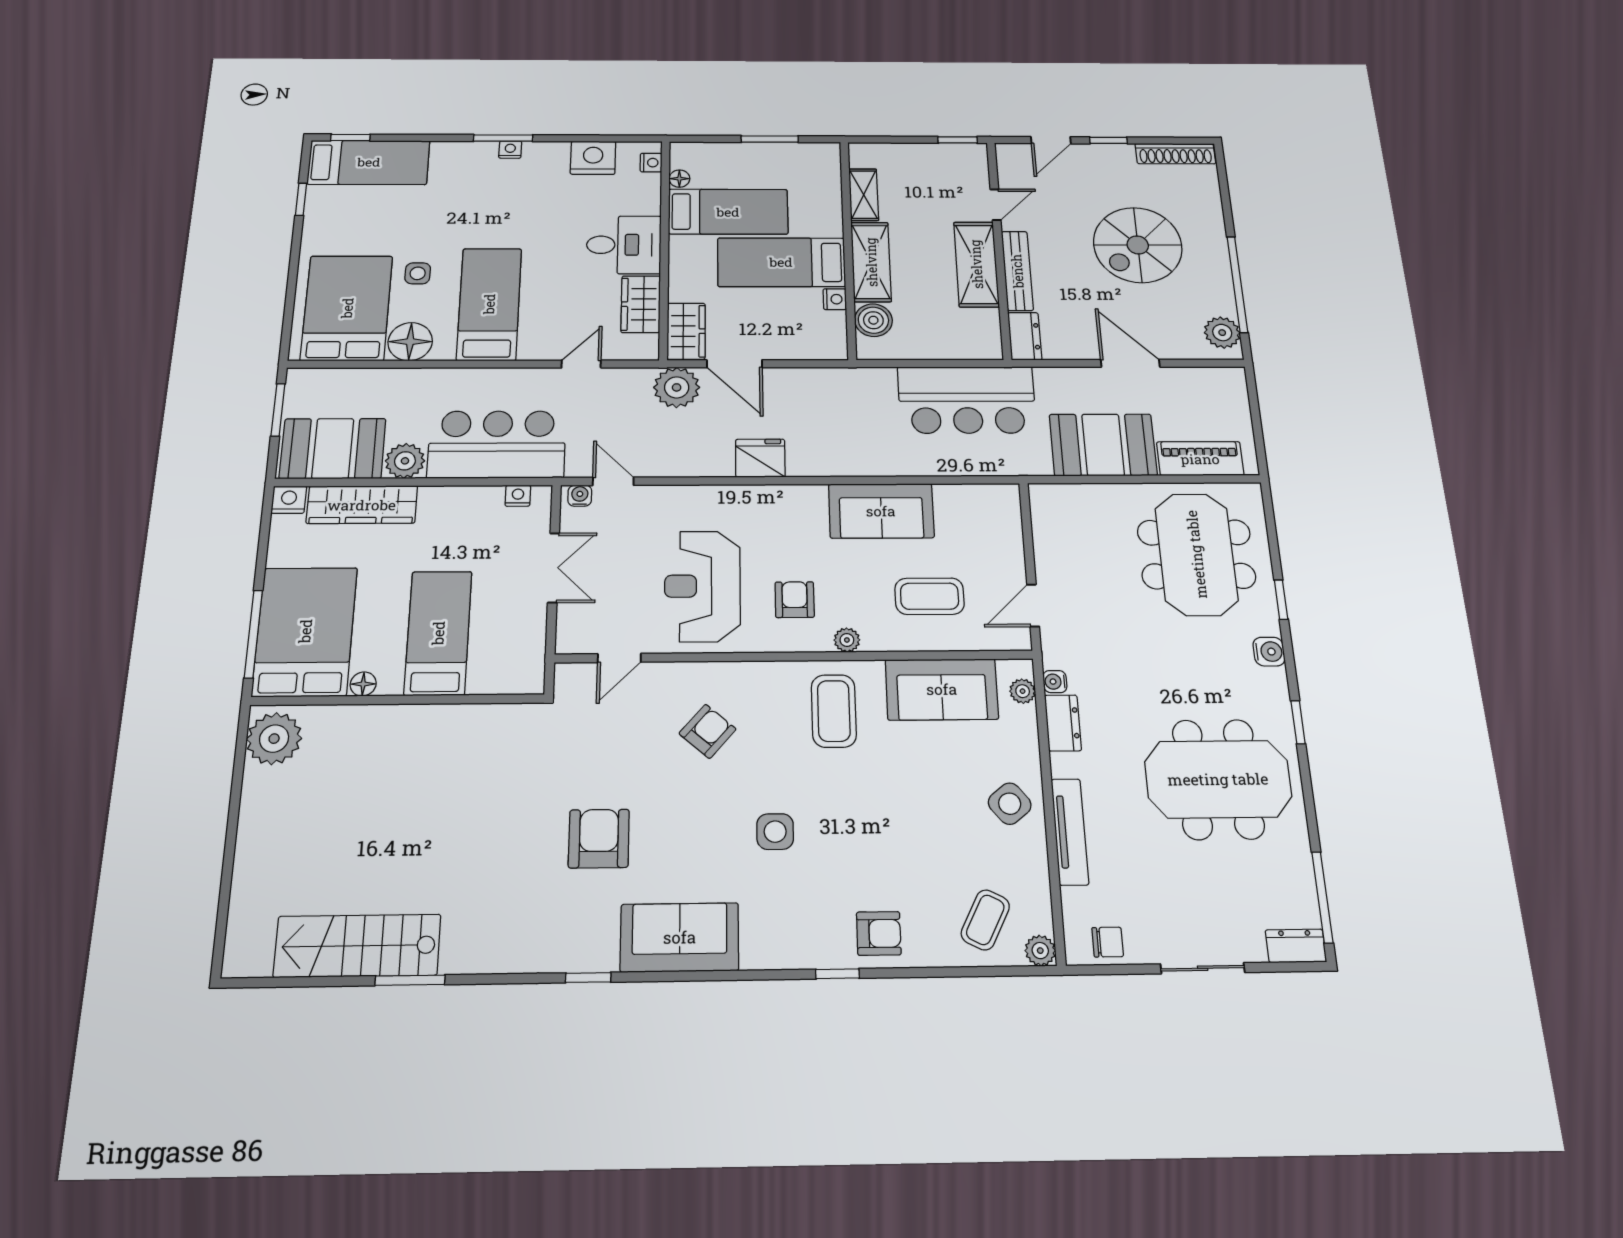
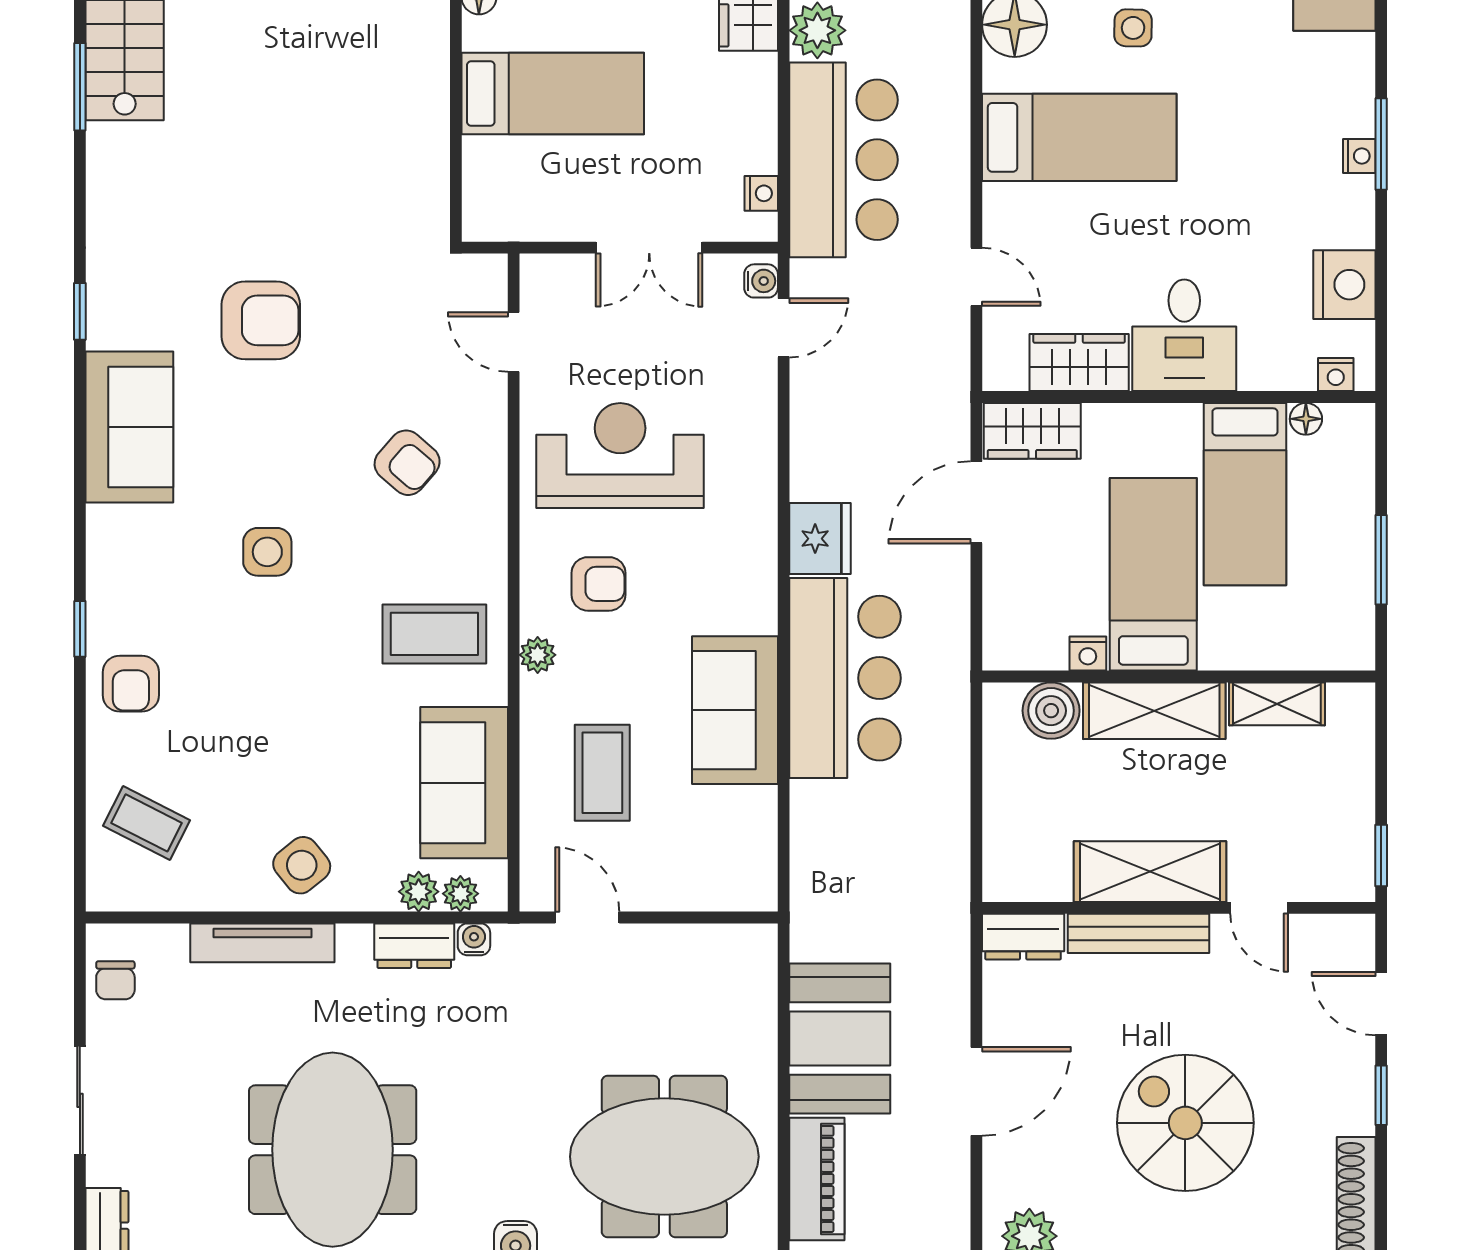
plant: (677, 387) -> (937, 417), removed
bar counter: (967, 400) -> (845, 678), moved, turned 180
plant: (1040, 951) -> (419, 892), moved

